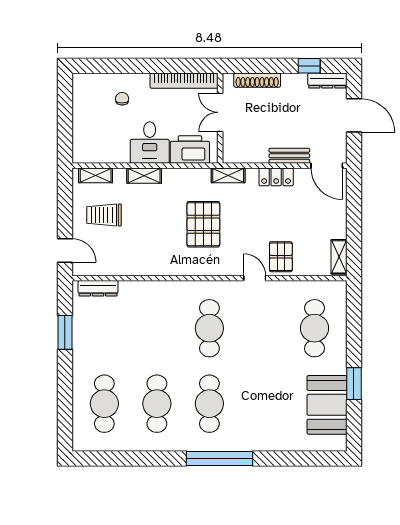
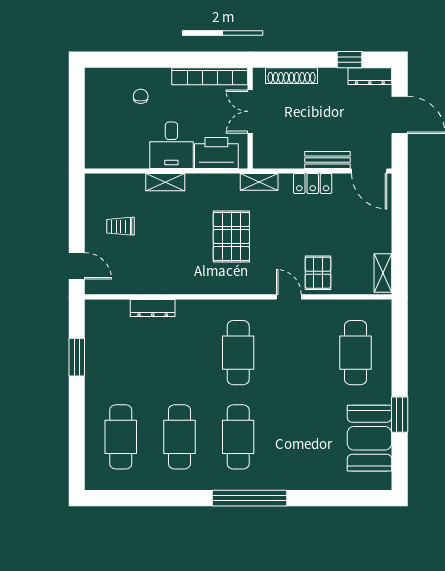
shelving: (96, 175) -> (111, 182), removed
trolley: (104, 215) -> (120, 226), width x0.73, depth x0.72
dresser: (98, 288) -> (153, 308), moved

